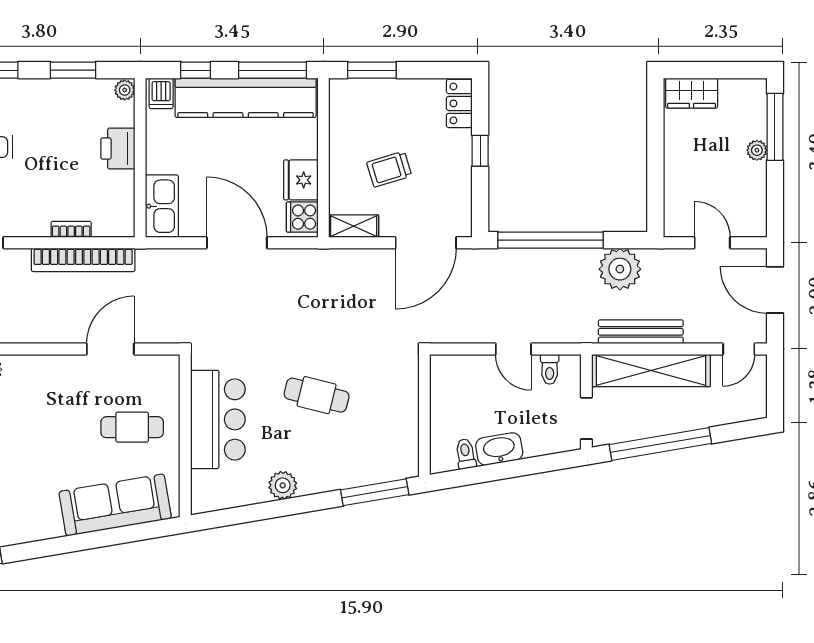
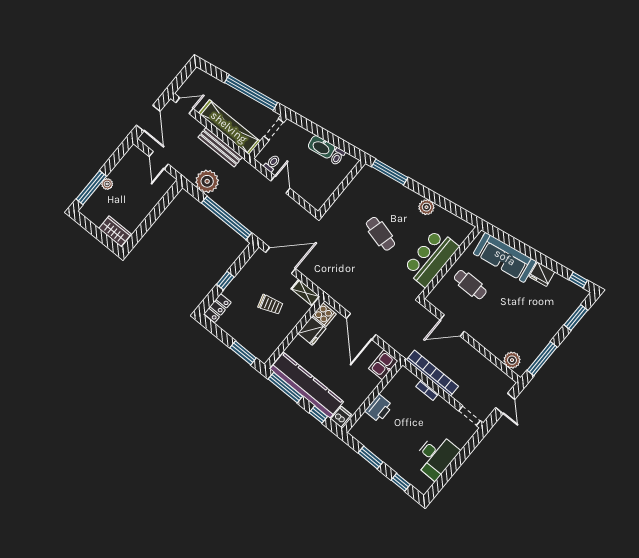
plant: (125, 90) -> (355, 431), removed
kitchen sink: (162, 206) -> (383, 365), width x0.73
fridge: (44, 524) -> (542, 274), added

